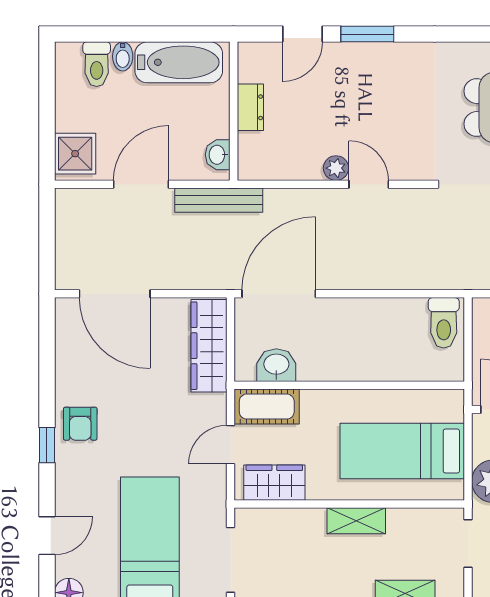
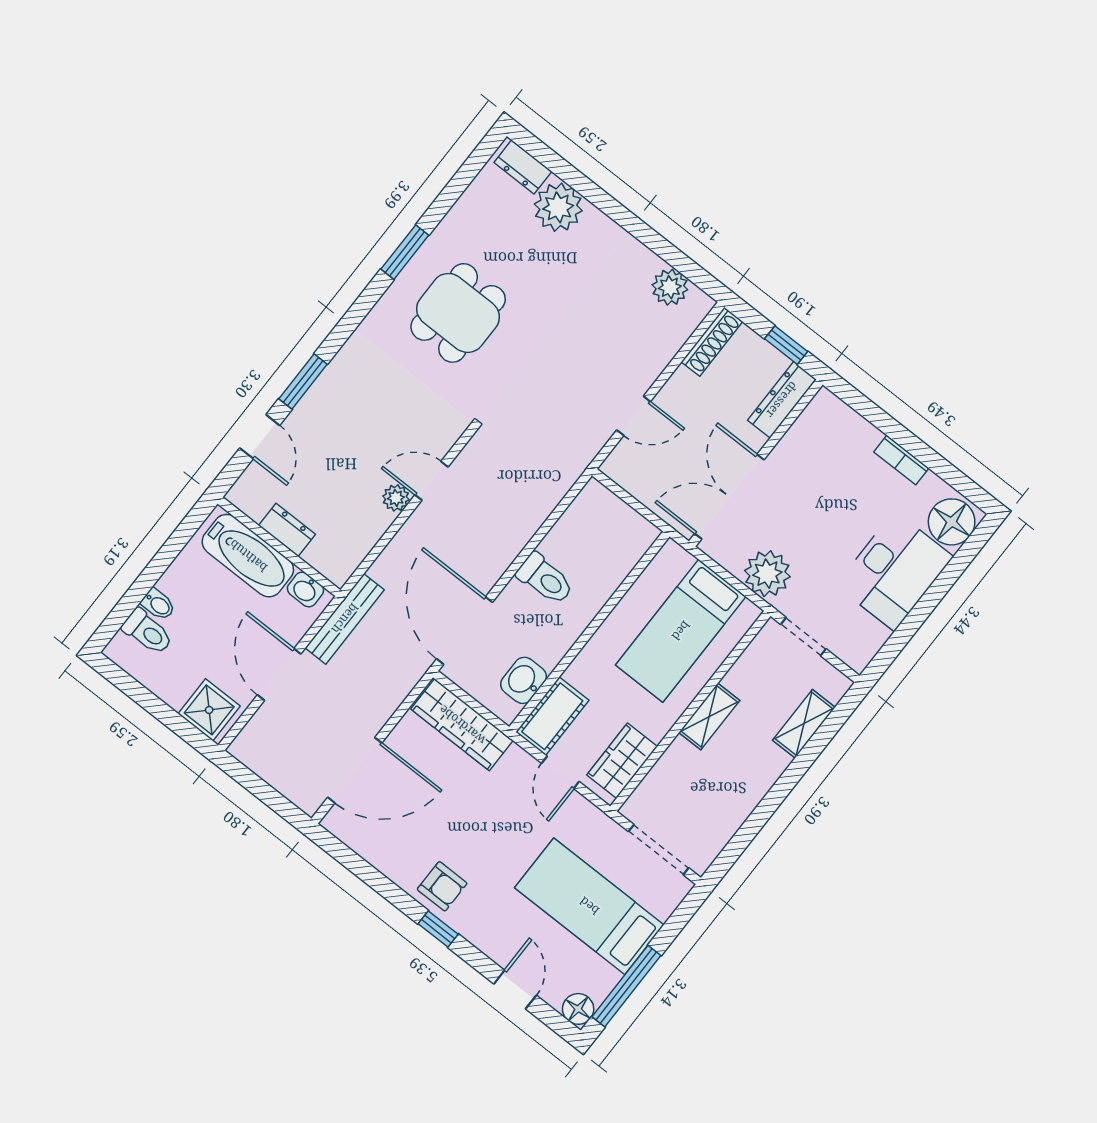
bathtub: (179, 62) -> (248, 556), moved, turned 90
toilet: (444, 323) -> (545, 579), moved

